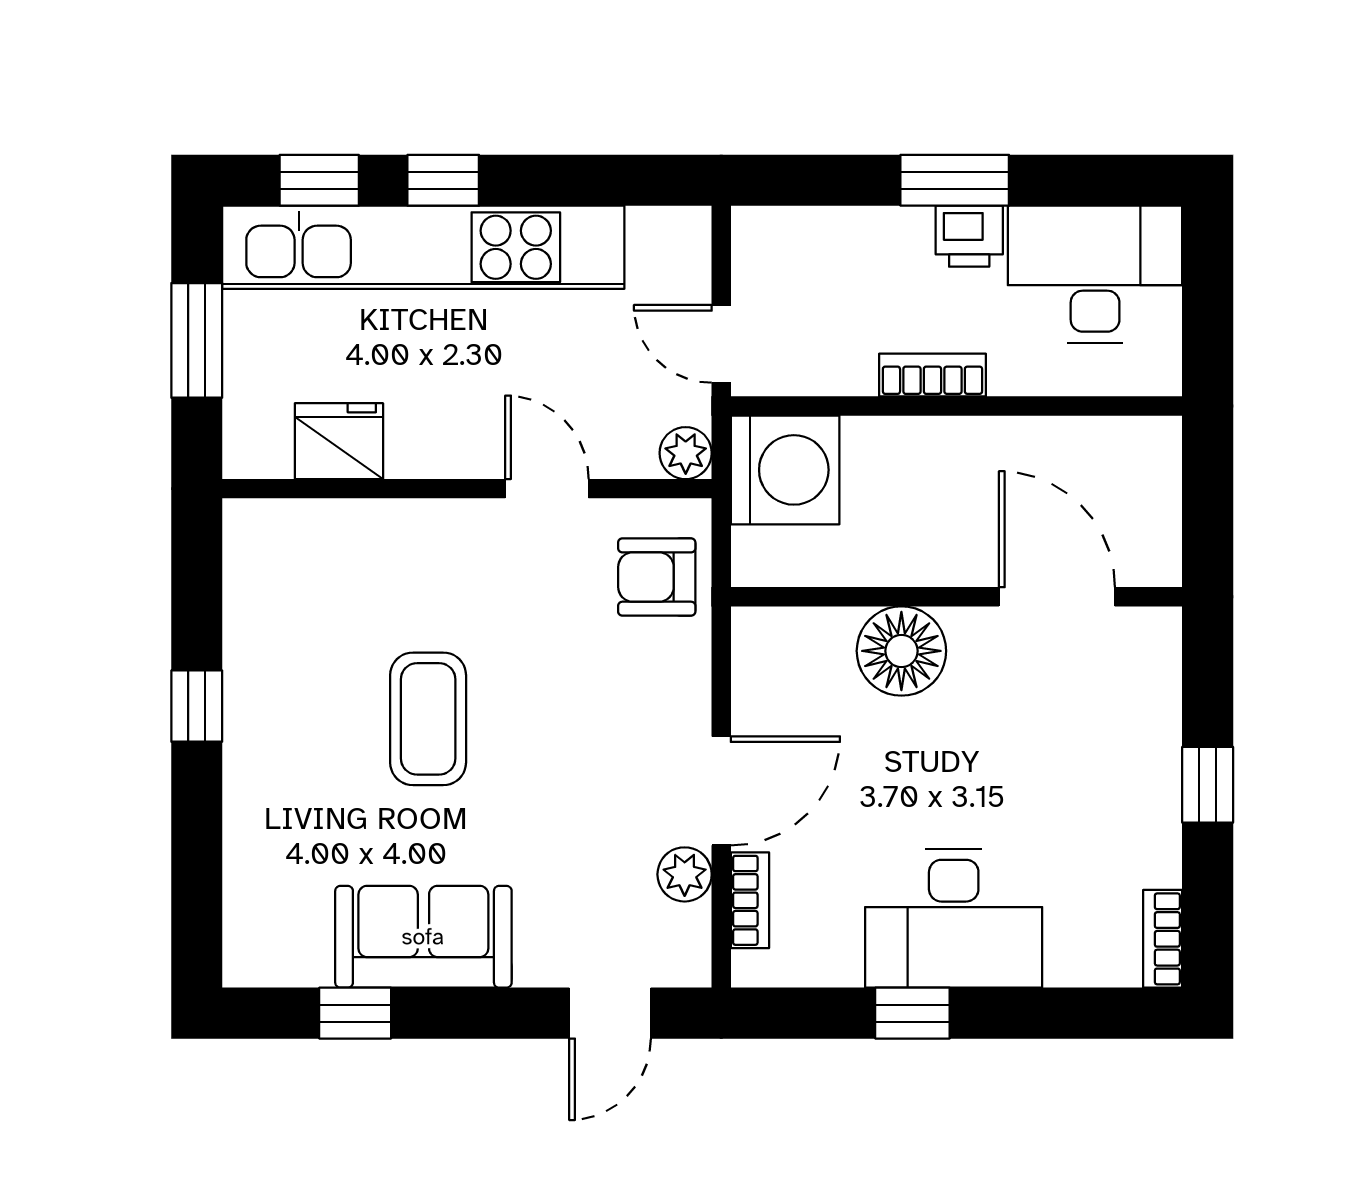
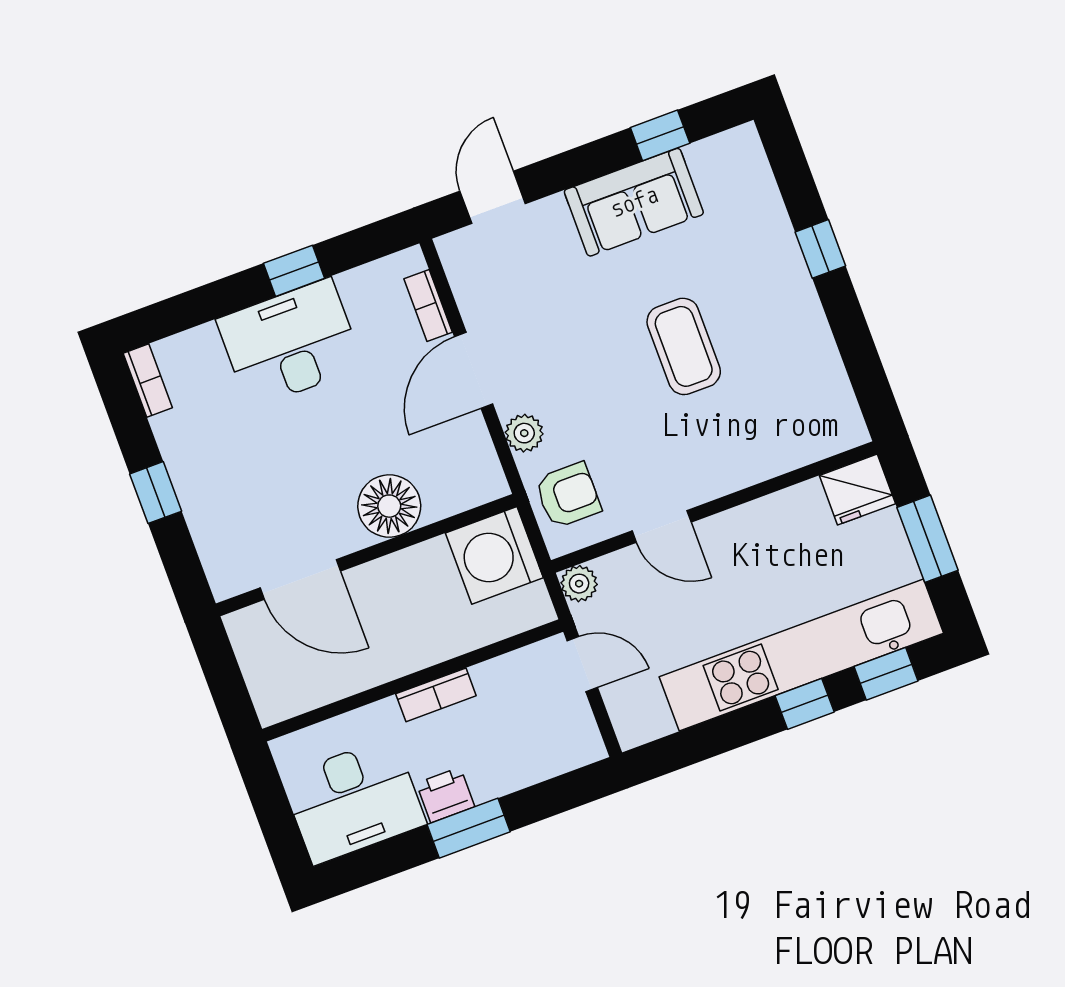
fridge: (339, 441) -> (857, 490), moved
washing machine: (785, 470) -> (494, 555), moved
window: (197, 706) -> (820, 249), moved
plant: (685, 874) -> (524, 433), moved

